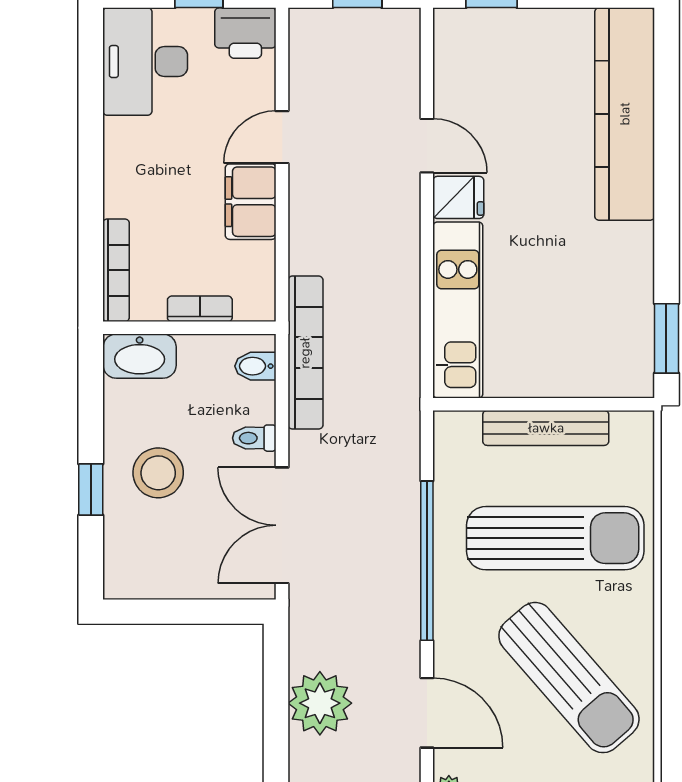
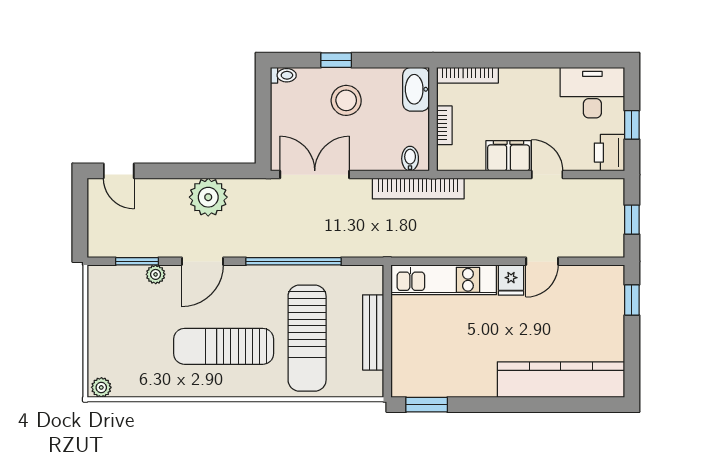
toilet: (254, 438) -> (283, 75), moved, turned 90
sun lounger: (569, 678) -> (224, 346), turned 41

